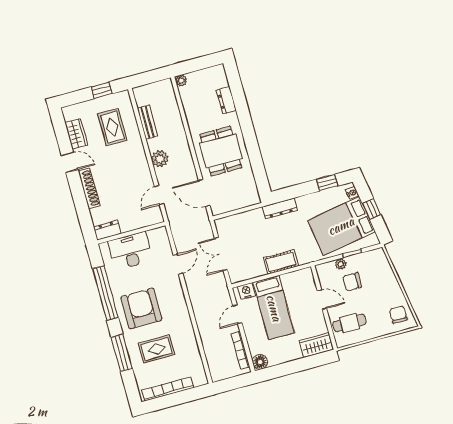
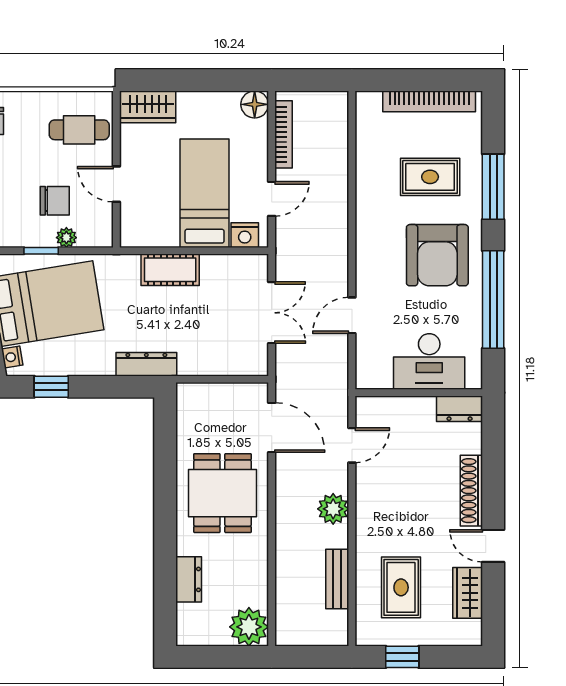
plant: (181, 80) -> (249, 627), width x1.88, depth x1.88

